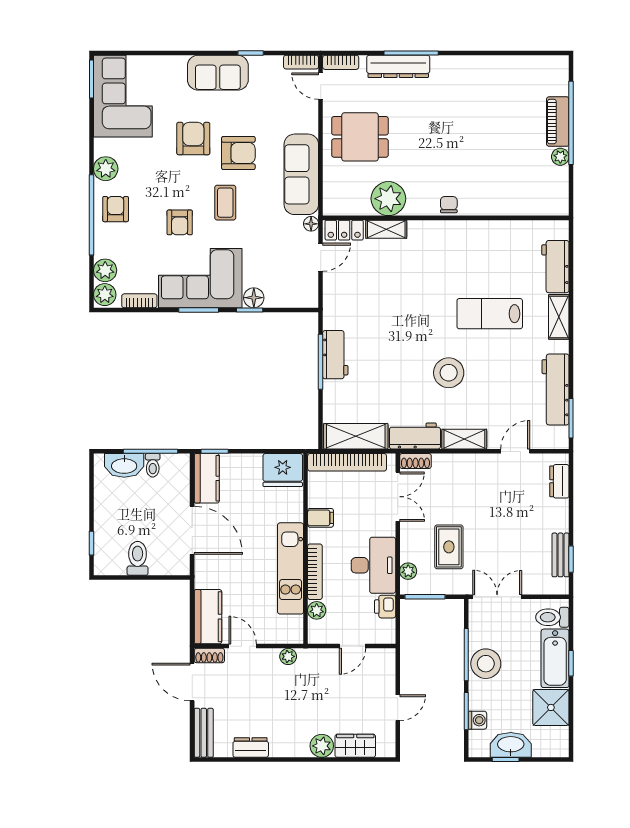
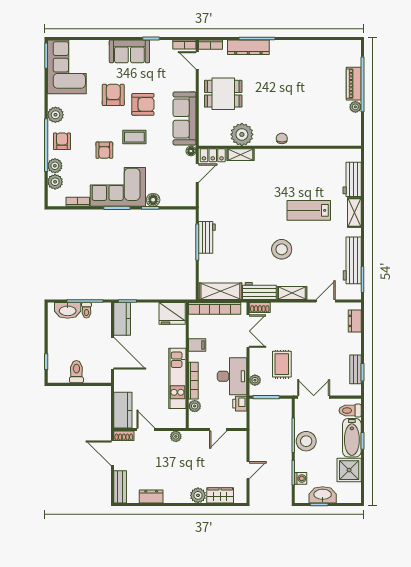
coffee table: (225, 203) -> (134, 137), turned 90
plant: (105, 295) -> (55, 166), moved

